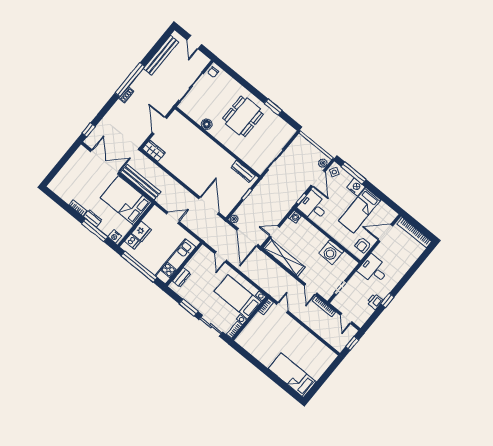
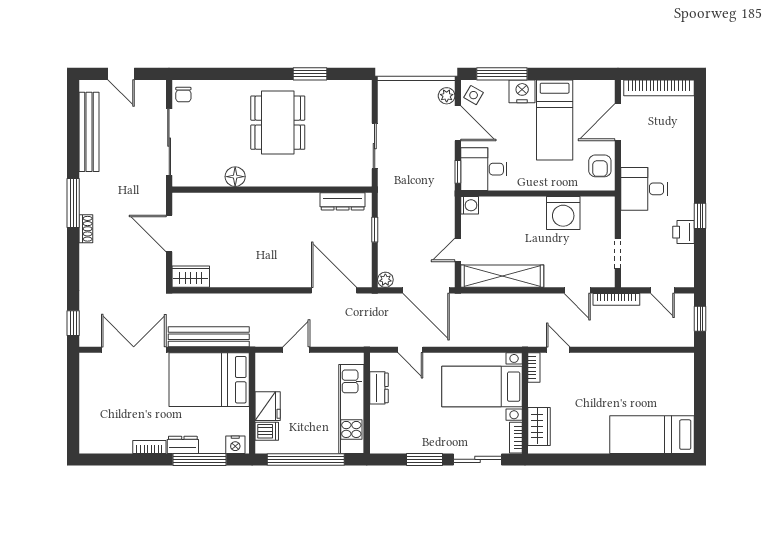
window: (130, 80) -> (73, 203), width x0.68
dresser: (182, 277) -> (379, 388), moved
wardrobe: (248, 333) -> (539, 426), added

